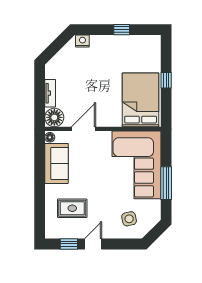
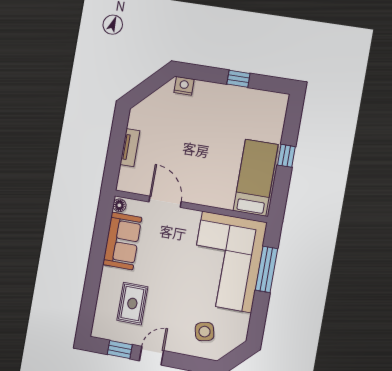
bed: (141, 100) -> (256, 178), width x0.67
floor lamp: (54, 117) -> (130, 180), removed
door: (83, 129) -> (165, 202), hinge flipped
window: (166, 183) -> (266, 269), moved
rug: (72, 208) -> (132, 304), turned 90

